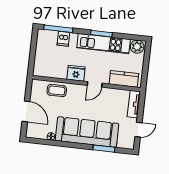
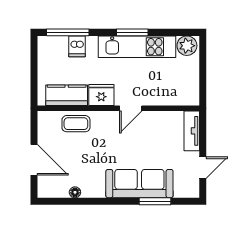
kitchen counter: (124, 79) -> (67, 95), moved
sofa: (87, 132) -> (139, 184), width x0.74, depth x0.79

